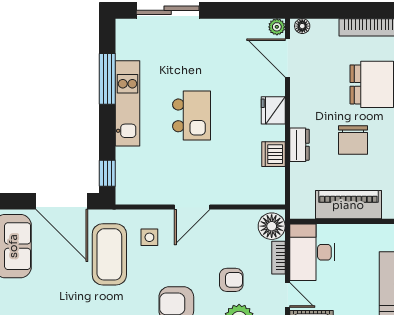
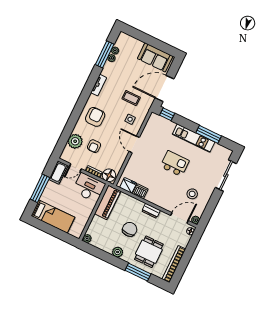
stool: (232, 56) -> (192, 194), added
fridge: (273, 110) -> (128, 185), moved
kitchen island: (192, 115) -> (175, 164), turned 180
chair: (353, 140) -> (130, 229), turned 90
dresser: (300, 145) -> (151, 211), moved
piano: (348, 205) -> (108, 202), moved
coffee table: (109, 254) -> (131, 98), width x0.54, depth x0.58

